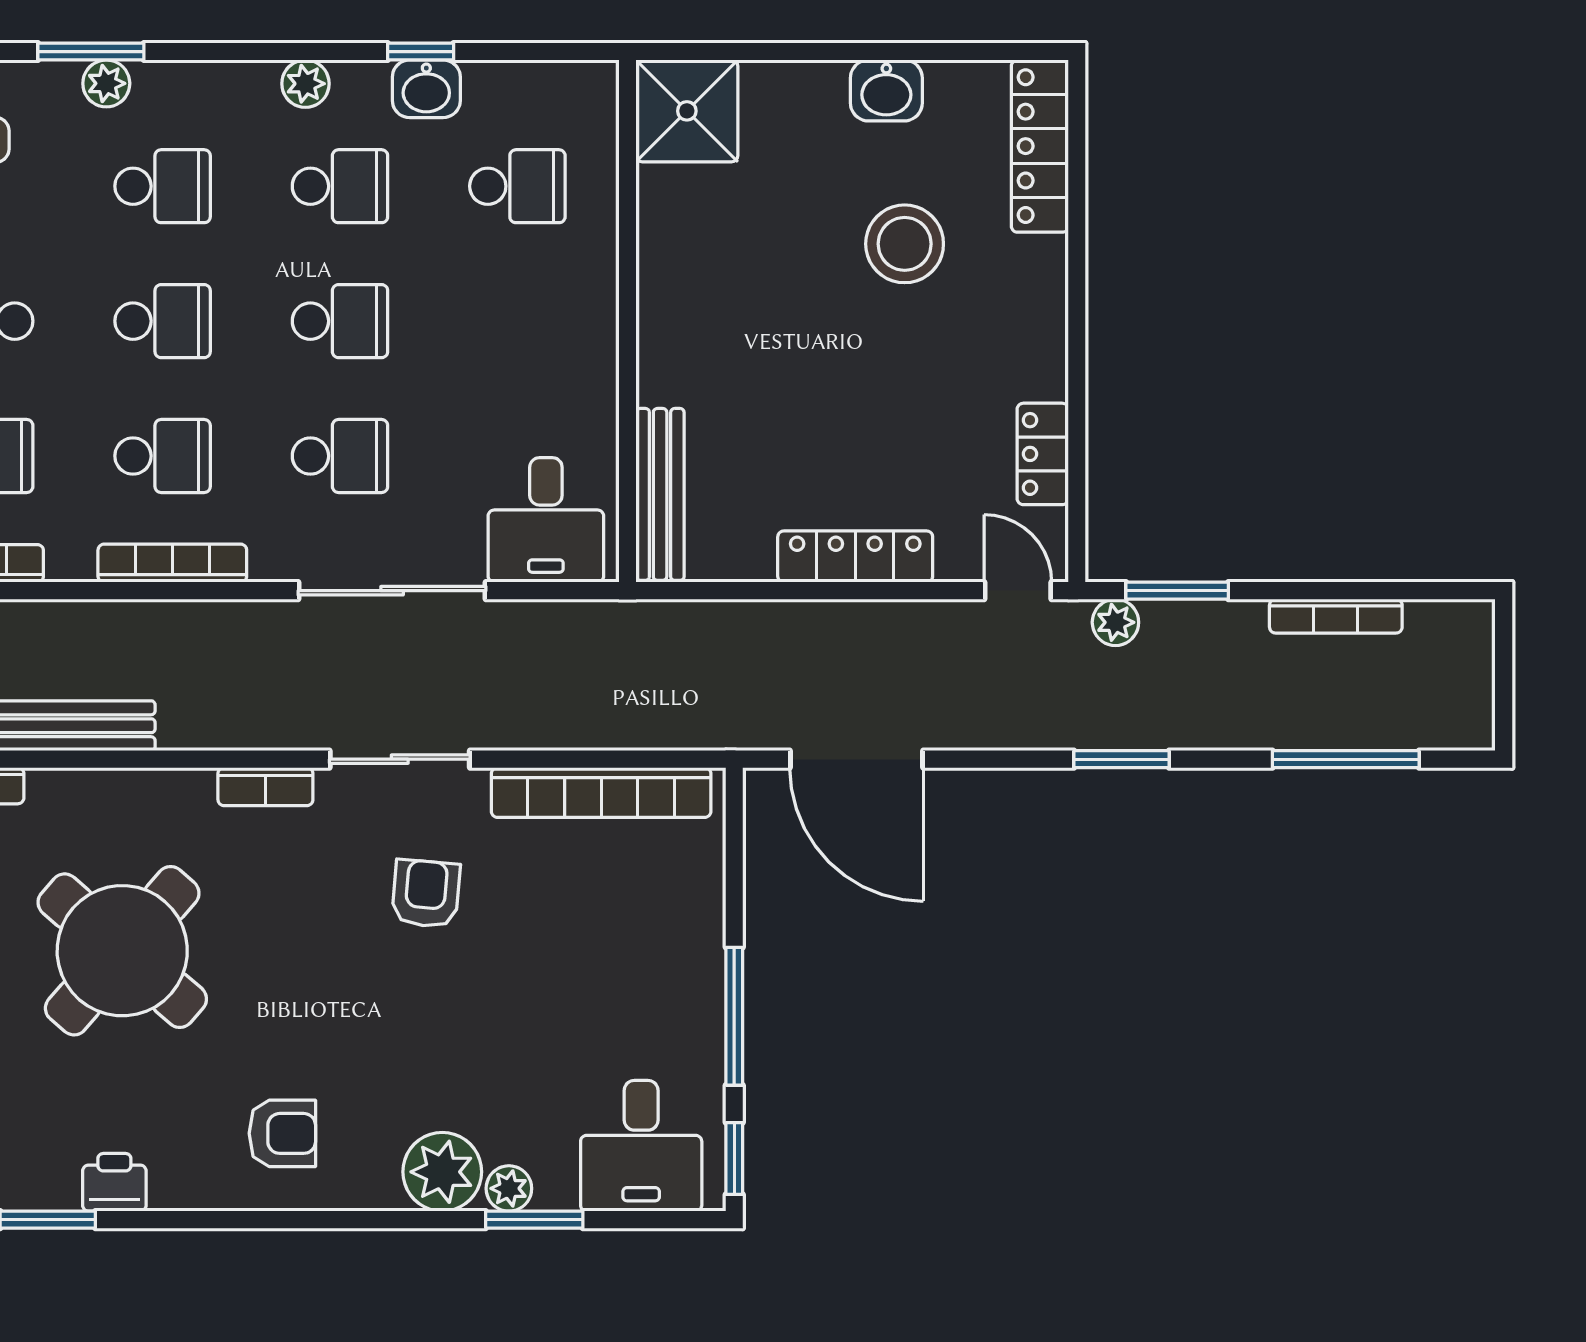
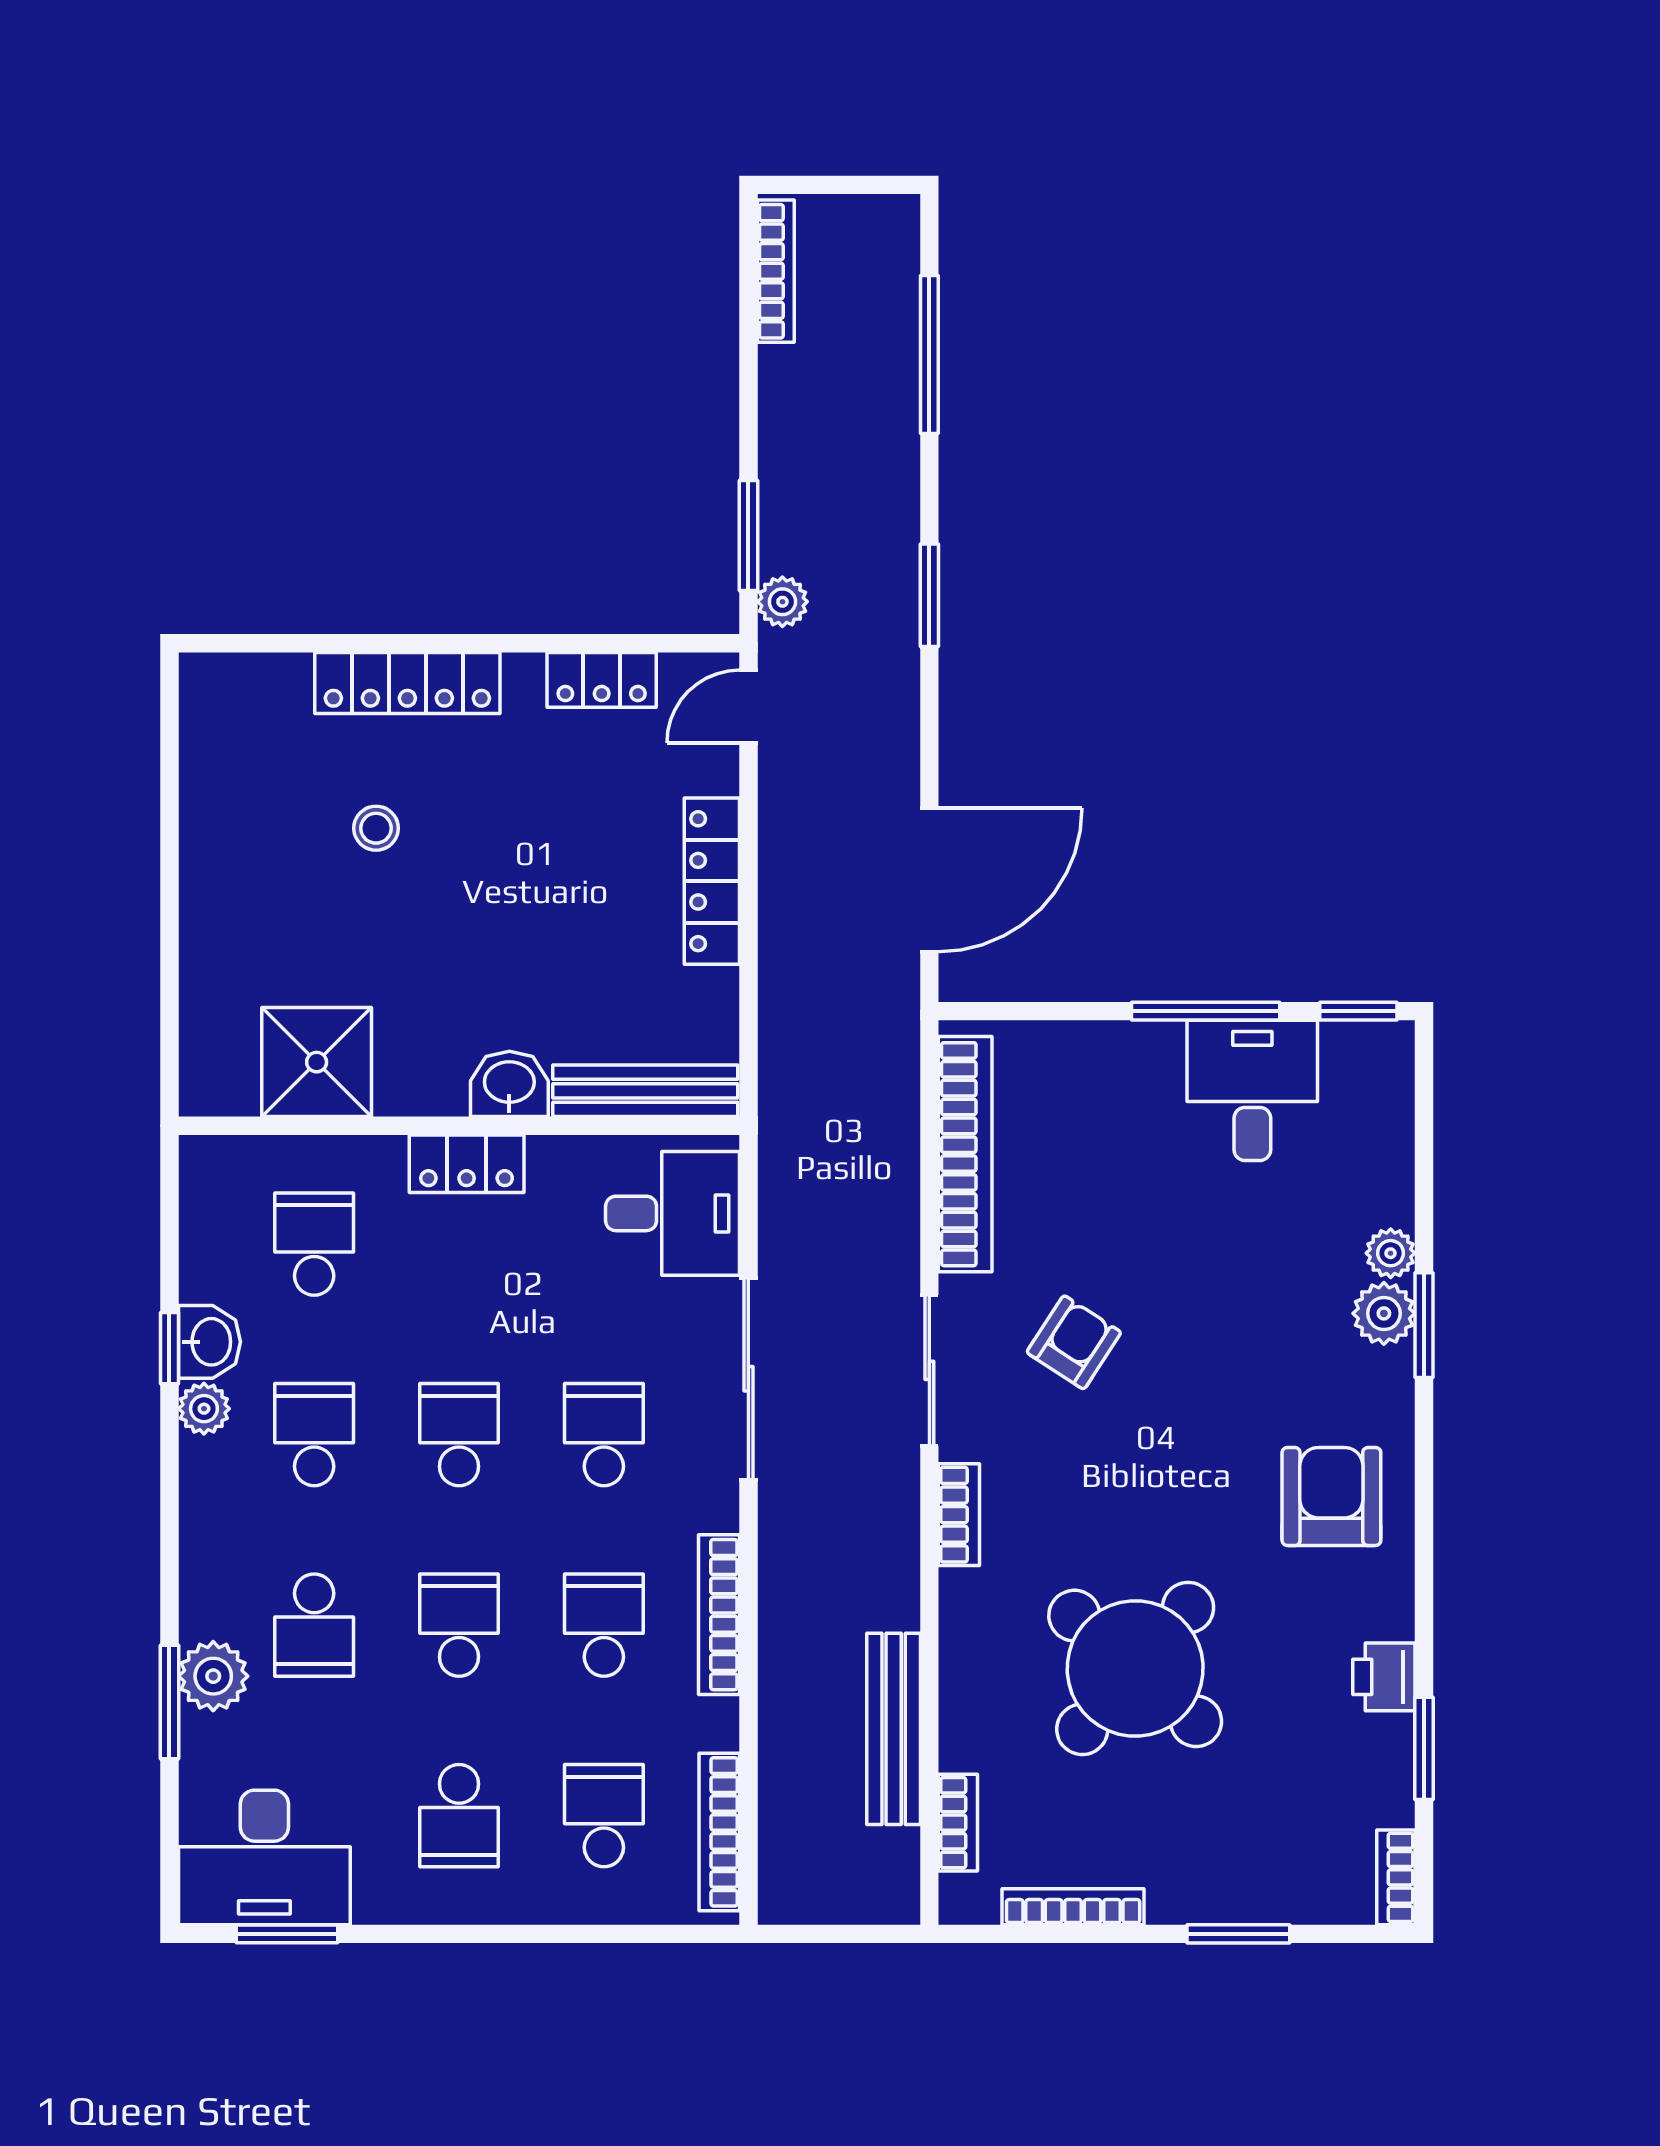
plant: (106, 83) -> (213, 1676), width x1.38, depth x1.38
plant: (305, 84) -> (204, 1409), moved
washbasin: (886, 90) -> (509, 1084), moved, turned -90
shower: (687, 111) -> (317, 1062), moved
locker: (1040, 146) -> (407, 683), moved
school desk: (163, 186) -> (314, 1625), turned 180
stool: (905, 244) -> (376, 828), width x0.53, depth x0.53
locker: (592, 328) -> (467, 1164), added
bookcase: (1336, 616) -> (776, 271), moved
armchair: (426, 894) -> (1074, 1342), turned 118
armchair: (282, 1133) -> (1331, 1496), width x1.38, depth x1.38
desk: (641, 1146) -> (1252, 1090), moved, turned -90
plant: (442, 1172) -> (1384, 1313), width x0.73, depth x0.73
window: (534, 1220) -> (1424, 1325), moved

